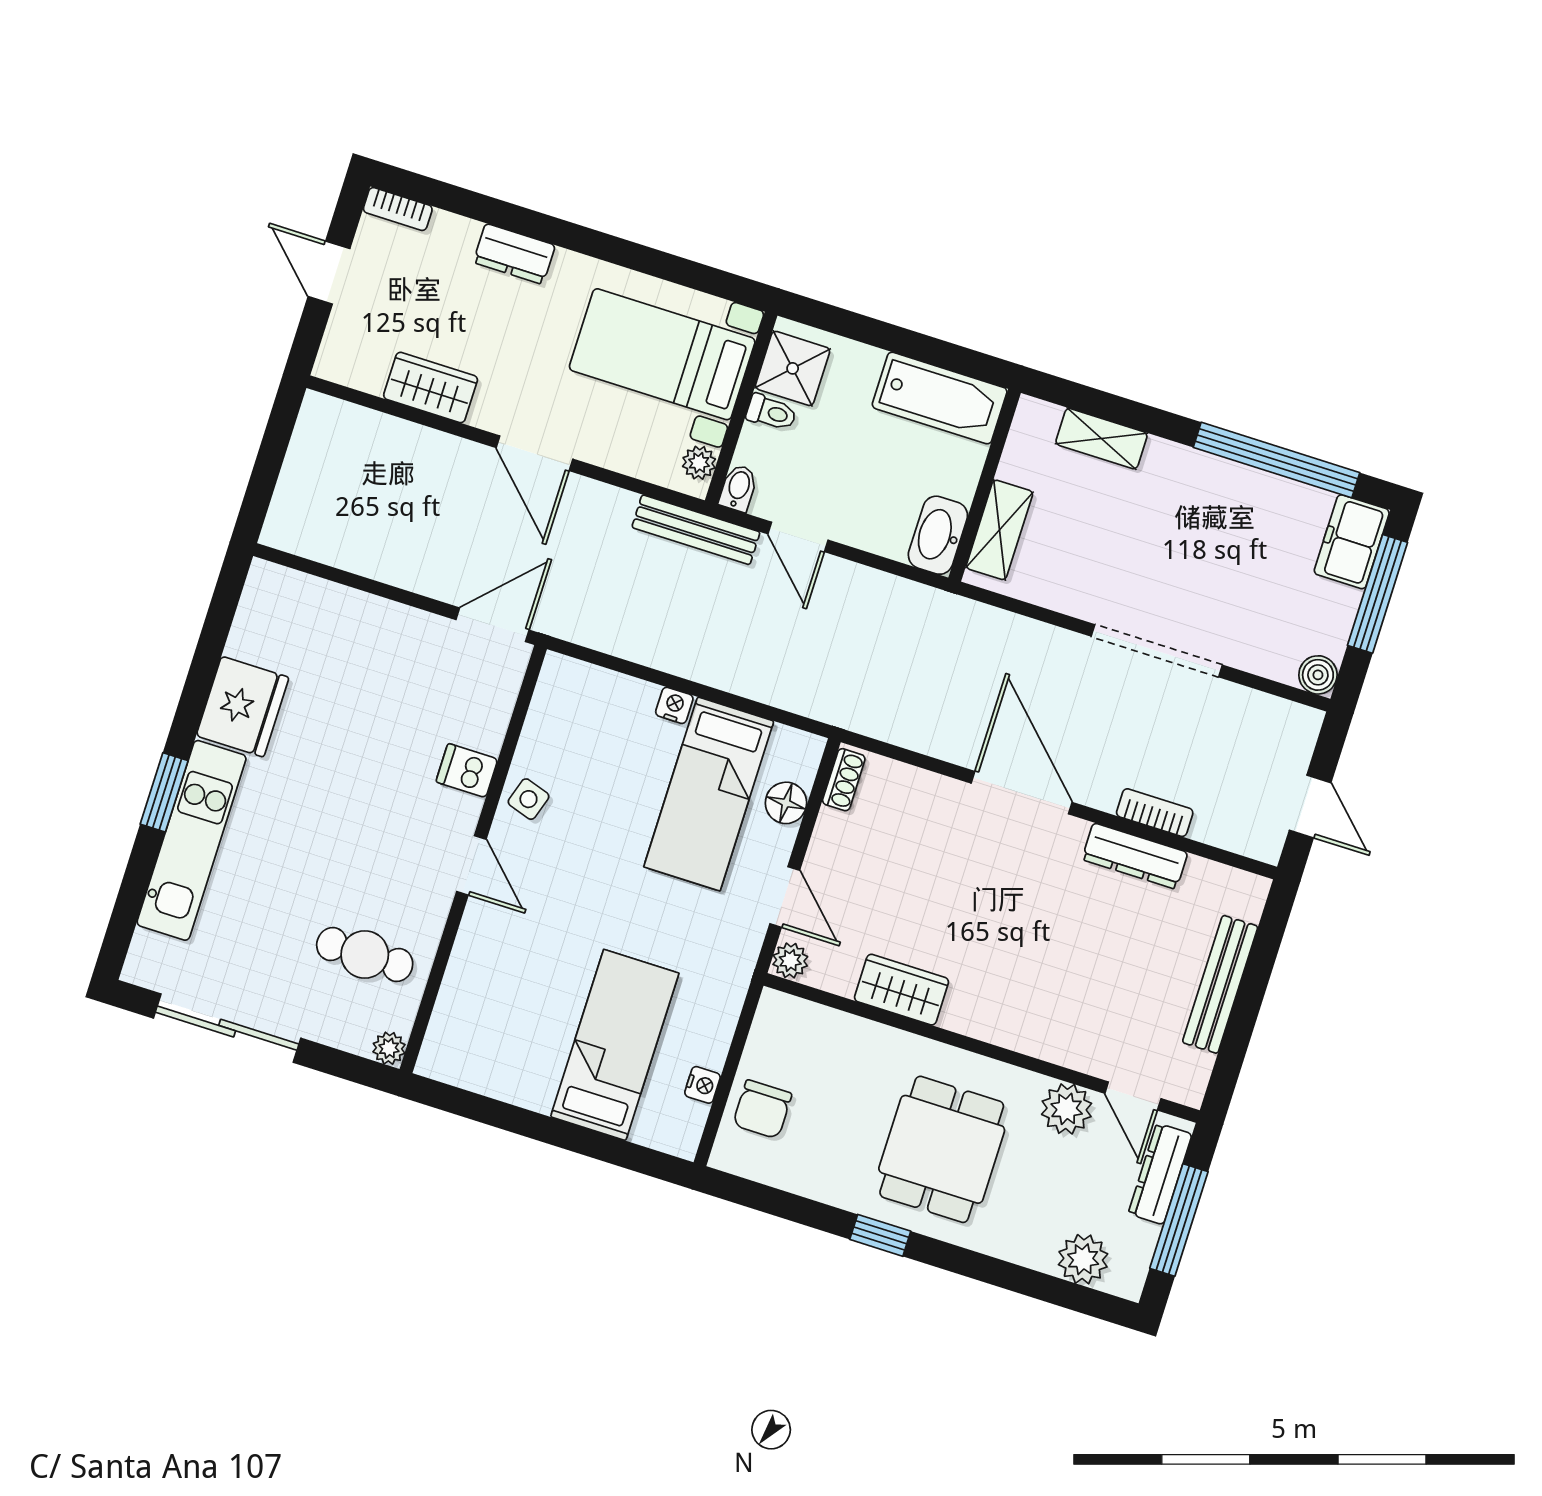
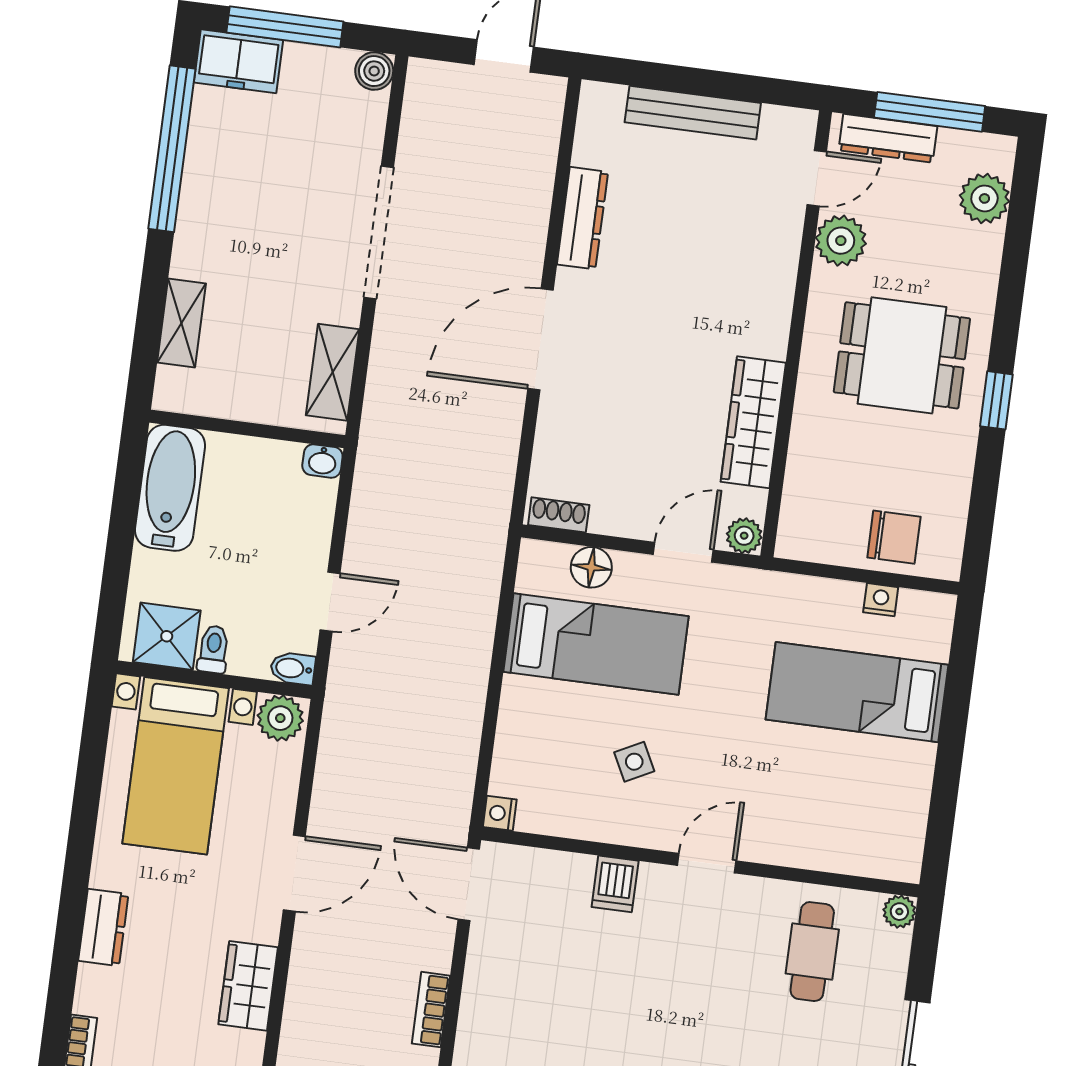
plant: (699, 463) -> (280, 718), width x1.38, depth x1.38
bench: (696, 530) -> (341, 702), removed
shelving: (999, 530) -> (333, 372), moved, turned 90
washbasin: (938, 535) -> (322, 461), width x0.52, depth x0.69
nightstand: (674, 705) -> (500, 813), moved
side table: (528, 799) -> (634, 762), moved, turned 45
bookcase: (1155, 813) -> (431, 1010), moved
wardrobe: (901, 990) -> (753, 422), width x1.50

